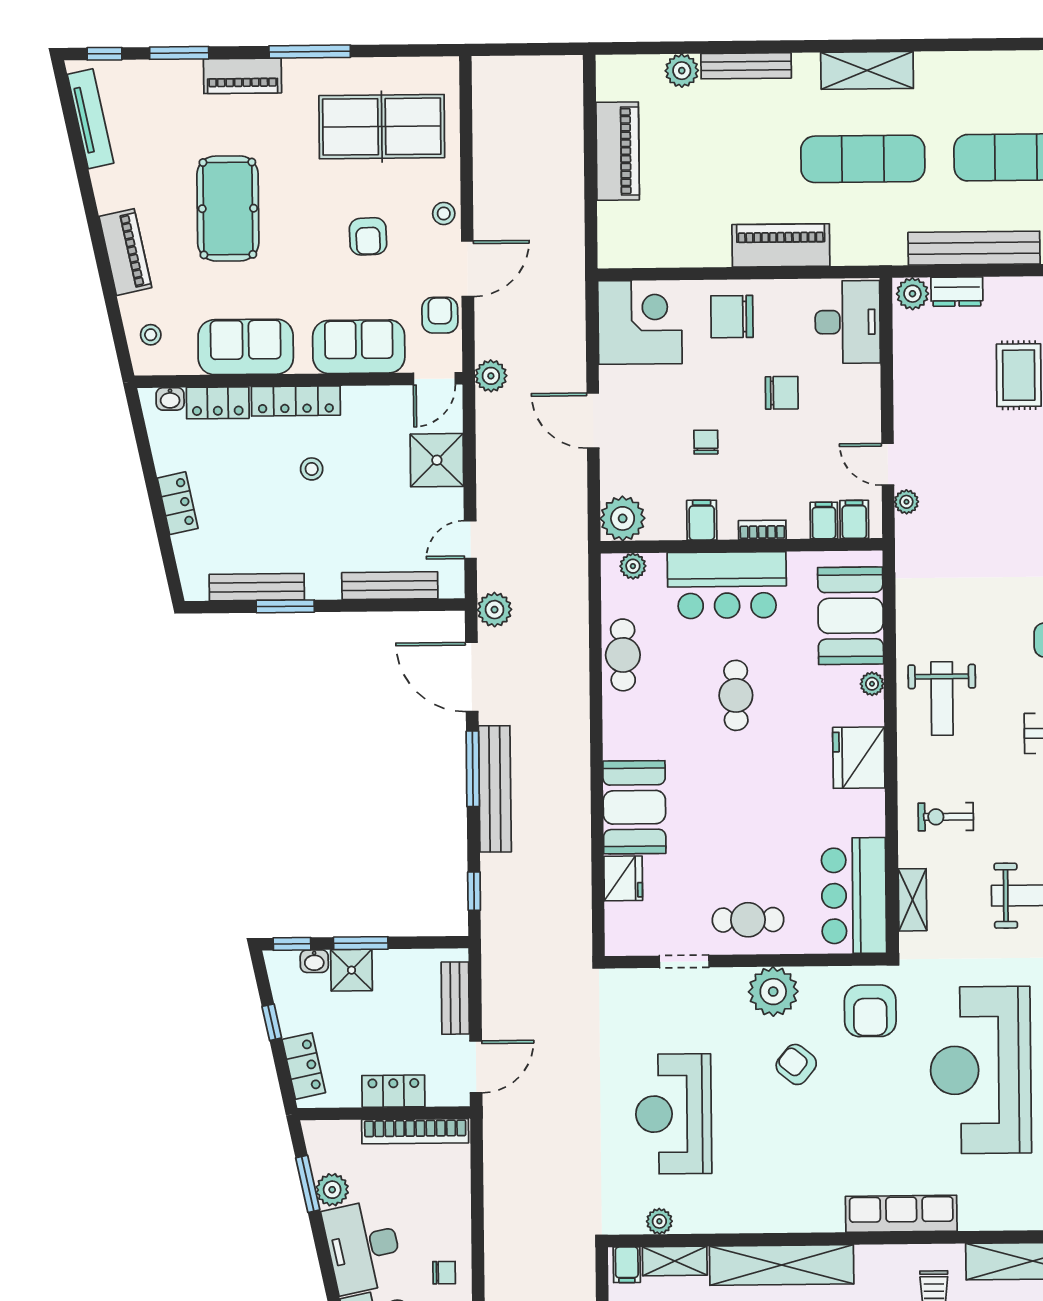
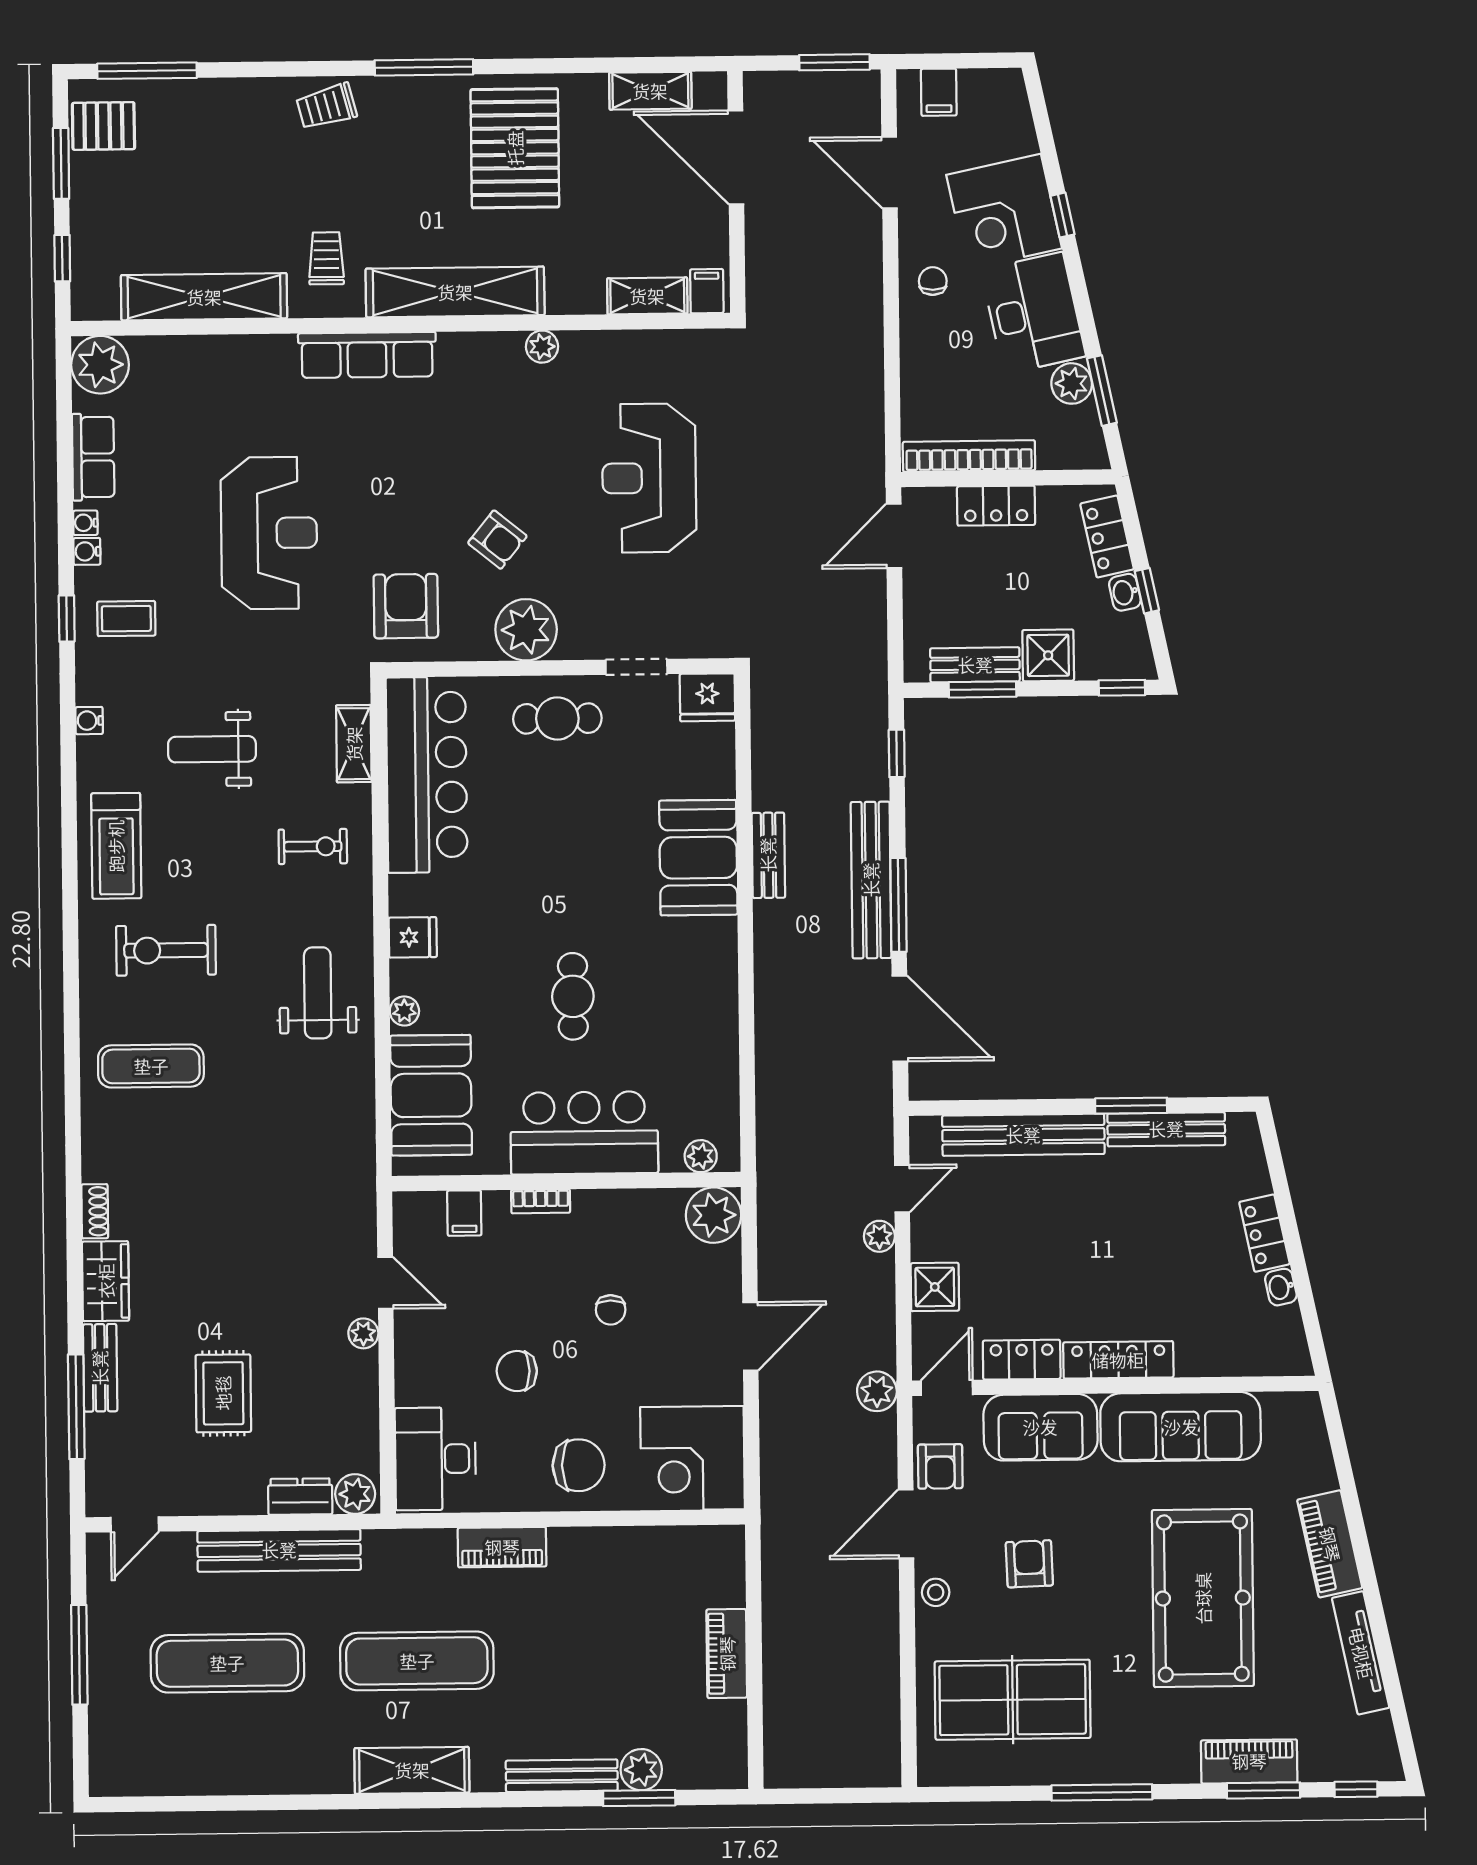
window: (683, 48) -> (639, 1798), added
piano: (242, 76) -> (1249, 1761), moved
tv unit: (91, 119) -> (1361, 1653), moved
piano: (618, 151) -> (727, 1654), width x0.73, depth x0.75
pool table: (228, 208) -> (1203, 1598), width x1.36, depth x1.32
piano: (781, 245) -> (502, 1547), width x0.73, depth x0.75
stool: (151, 335) -> (1298, 1442), removed
sofa: (246, 347) -> (1181, 1427), width x1.36
washbasin: (170, 399) -> (1281, 1287), moved, turned -102
locker: (218, 403) -> (1022, 1360), moved
door: (593, 421) -> (750, 1336), hinge flipped
shower: (437, 460) -> (935, 1287), width x0.73, depth x0.73
stool: (312, 469) -> (1099, 1276), removed
plant: (906, 502) -> (363, 1333), moved
filing cabinet: (854, 519) -> (427, 1214), removed
filing cabinet: (702, 520) -> (616, 1213), removed
bench: (390, 586) -> (1023, 1135), width x1.37, depth x1.21
plant: (495, 610) -> (879, 1236), moved, width x0.73, depth x0.73
cafe table: (623, 655) -> (713, 1046), removed
fridge: (859, 758) -> (413, 937), width x0.53, depth x0.75
bench: (578, 809) -> (768, 855), added
fridge: (623, 878) -> (707, 697), moved, turned -90
bar counter: (854, 896) -> (427, 775), width x1.36
window: (361, 943) -> (983, 689), moved
washbasin: (314, 961) -> (1125, 592), moved, turned -102
bench: (455, 998) -> (975, 665), moved, turned 90
reception desk: (981, 1070) -> (269, 533), width x0.74, depth x0.77
reception desk: (674, 1114) -> (649, 478), turned 180
plant: (659, 1221) -> (542, 347), moved
shelving: (782, 1265) -> (455, 292), moved
chair: (444, 1273) -> (933, 281), turned 90

